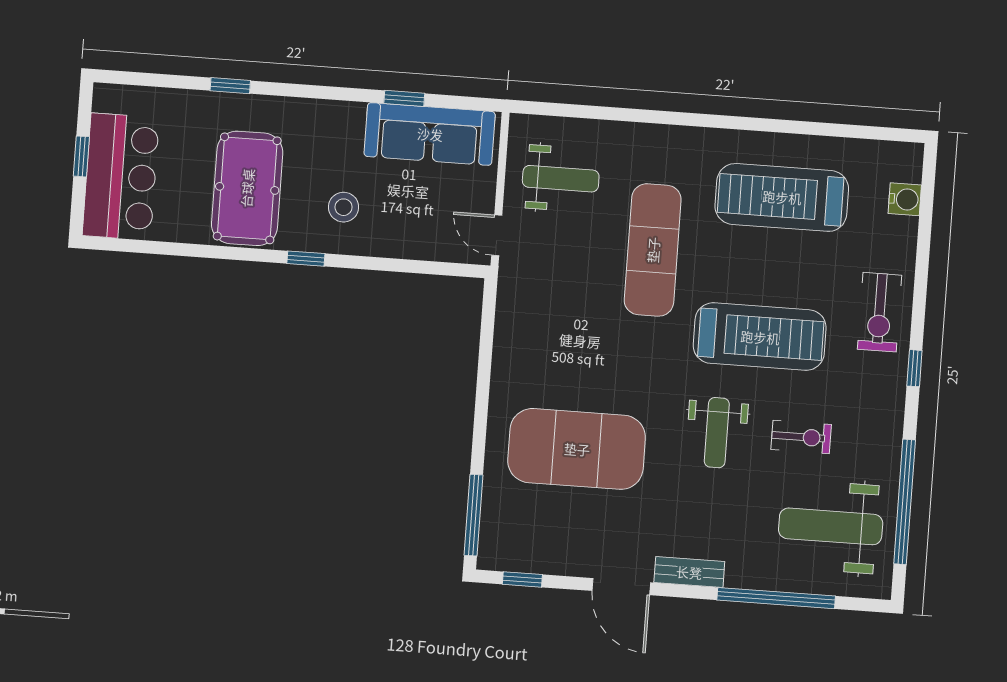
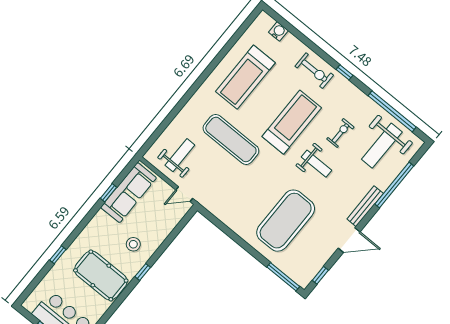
bench: (689, 572) -> (365, 206), width x1.36

